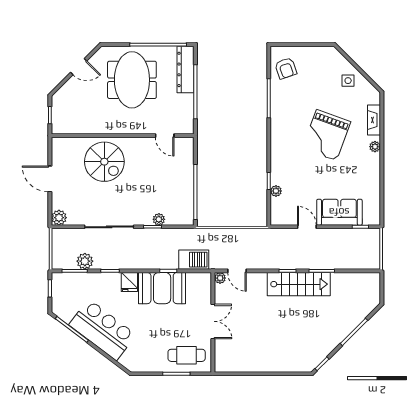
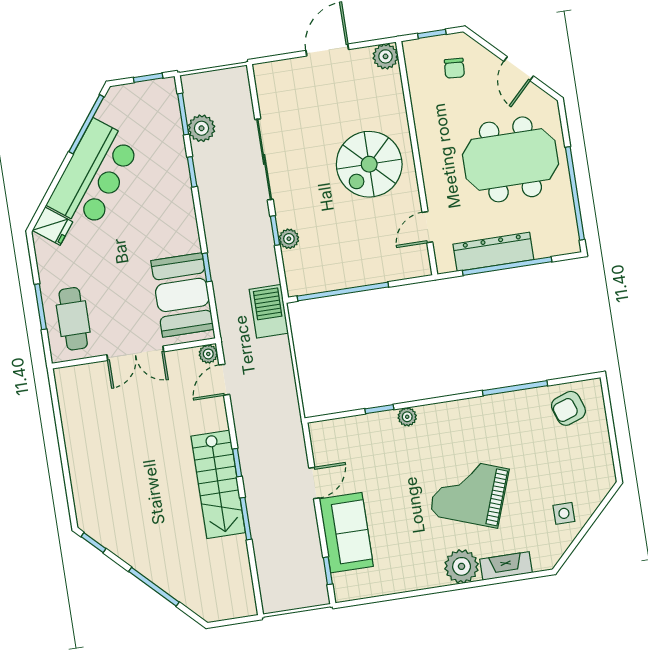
dresser: (185, 69) -> (493, 252), moved
chair: (72, 105) -> (454, 68), added
plant: (375, 147) -> (462, 566), width x1.87, depth x1.87
spiral stairs: (104, 162) -> (369, 164), moved
plant: (276, 191) -> (407, 417), moved
plant: (59, 218) -> (386, 56), moved
barbecue: (194, 260) -> (269, 311), moved, turned 180
fridge: (129, 282) -> (52, 226), moved, turned -143
booth: (162, 288) -> (182, 295), moved

